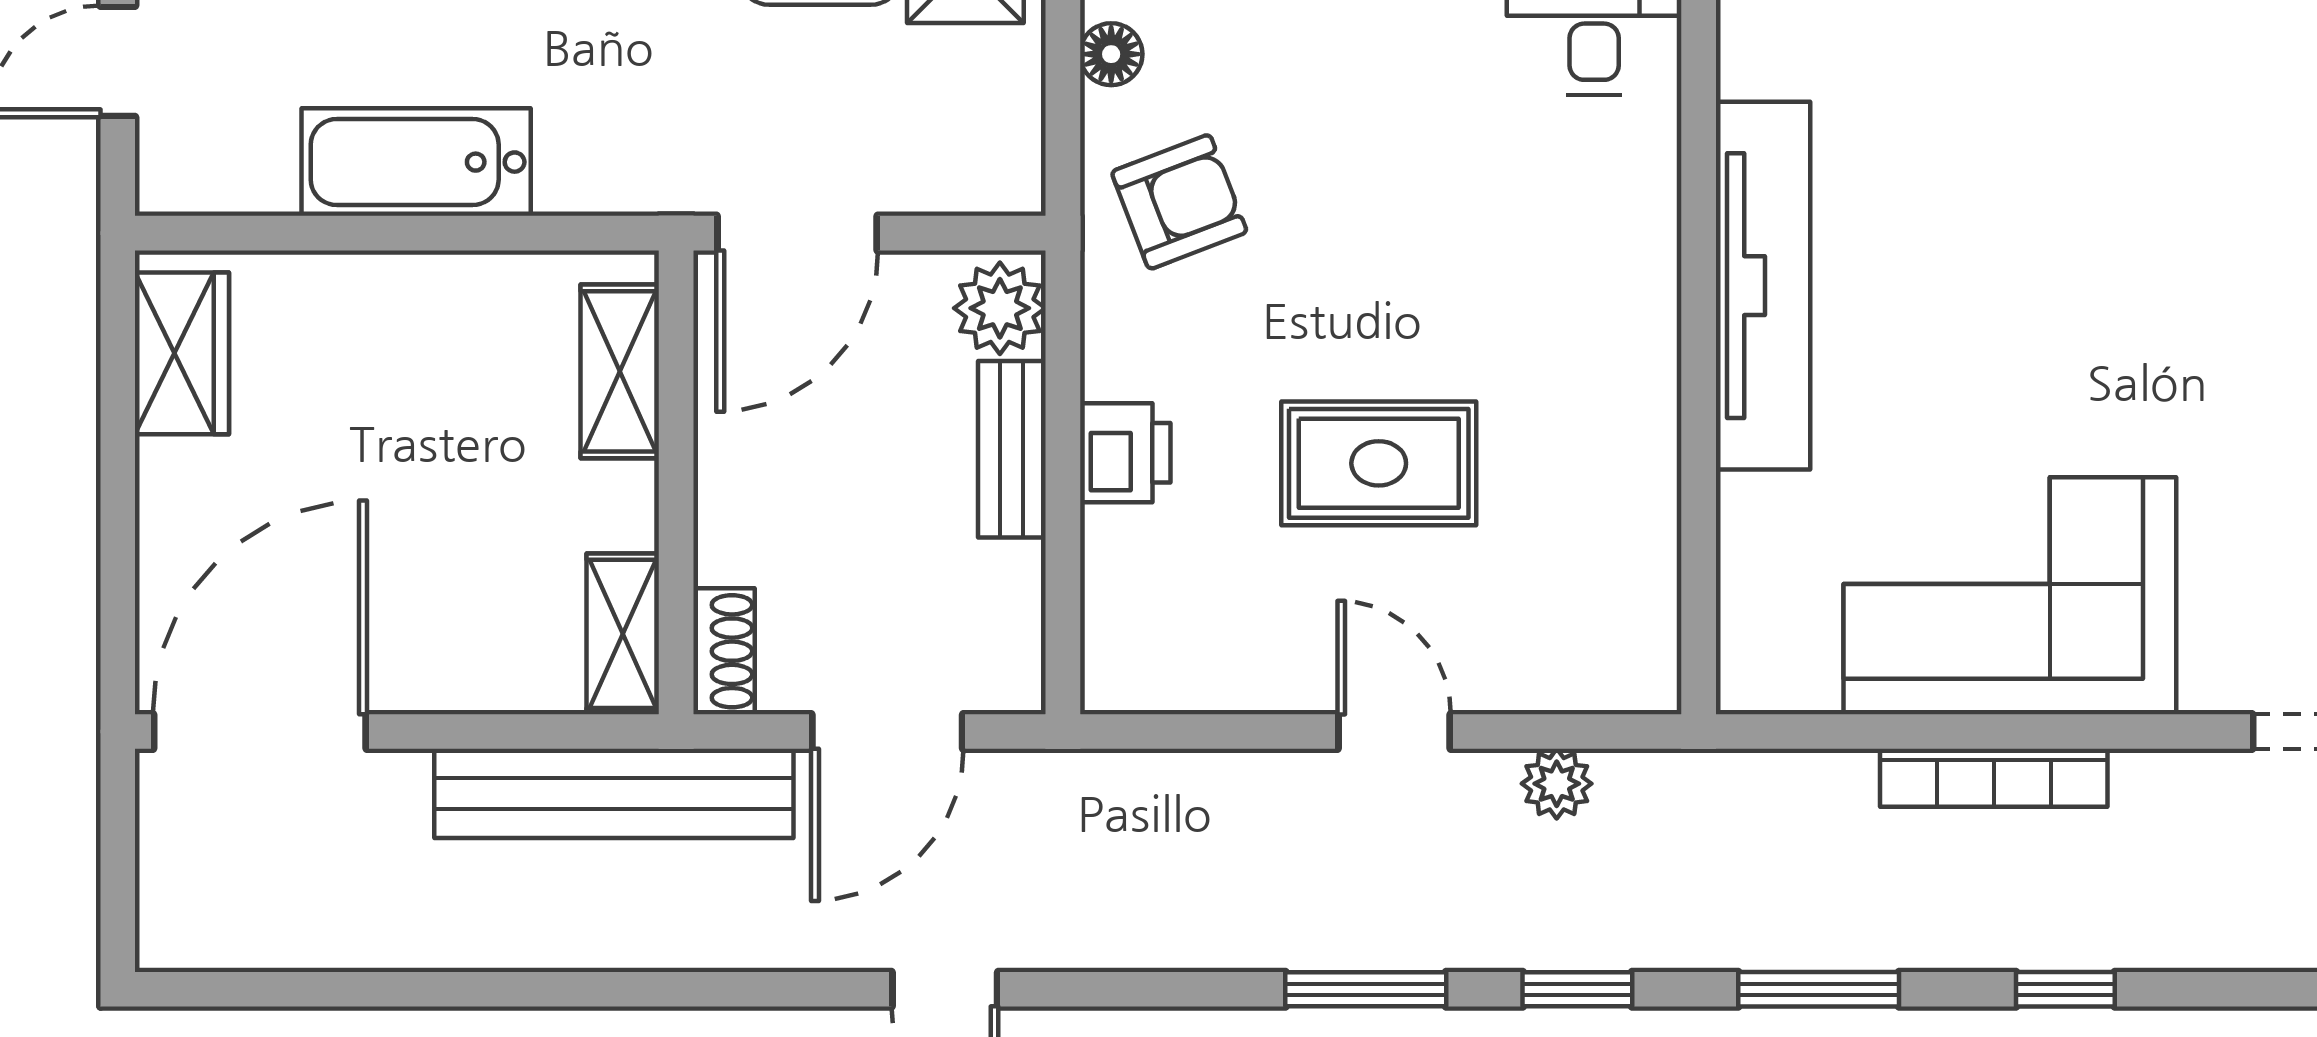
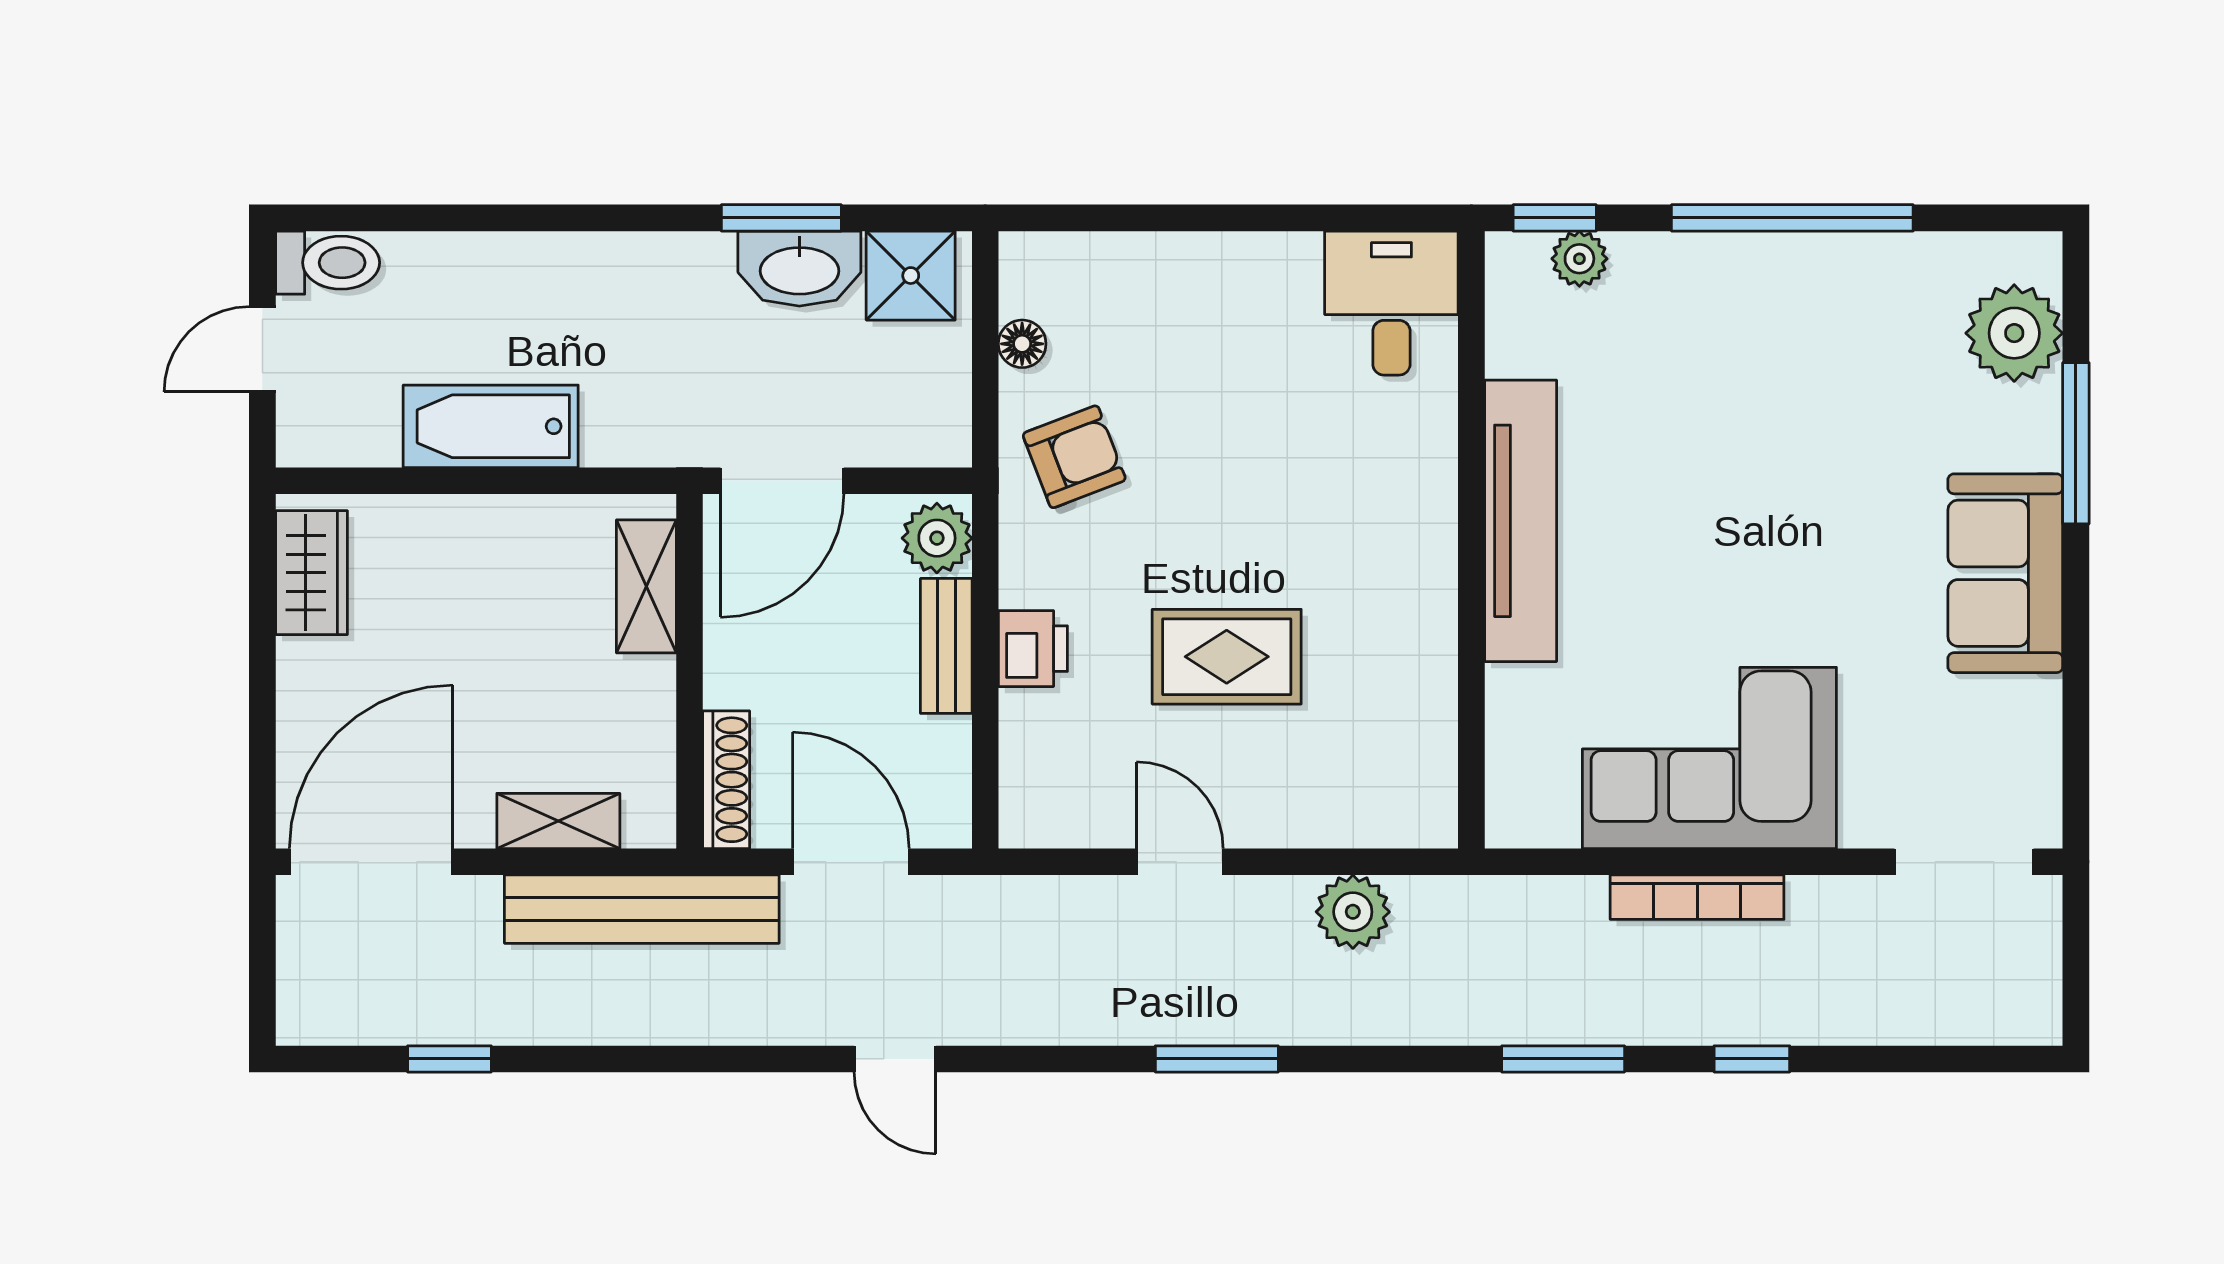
shelving: (623, 634) -> (558, 821), moved, turned 90
shoe rack: (724, 651) -> (726, 780), width x1.43
door: (887, 732) -> (851, 862), swing flipped
door: (1394, 732) -> (1180, 862), moved
plant: (1557, 784) -> (1353, 912), width x1.38, depth x1.38
window: (1577, 989) -> (449, 1059), moved

